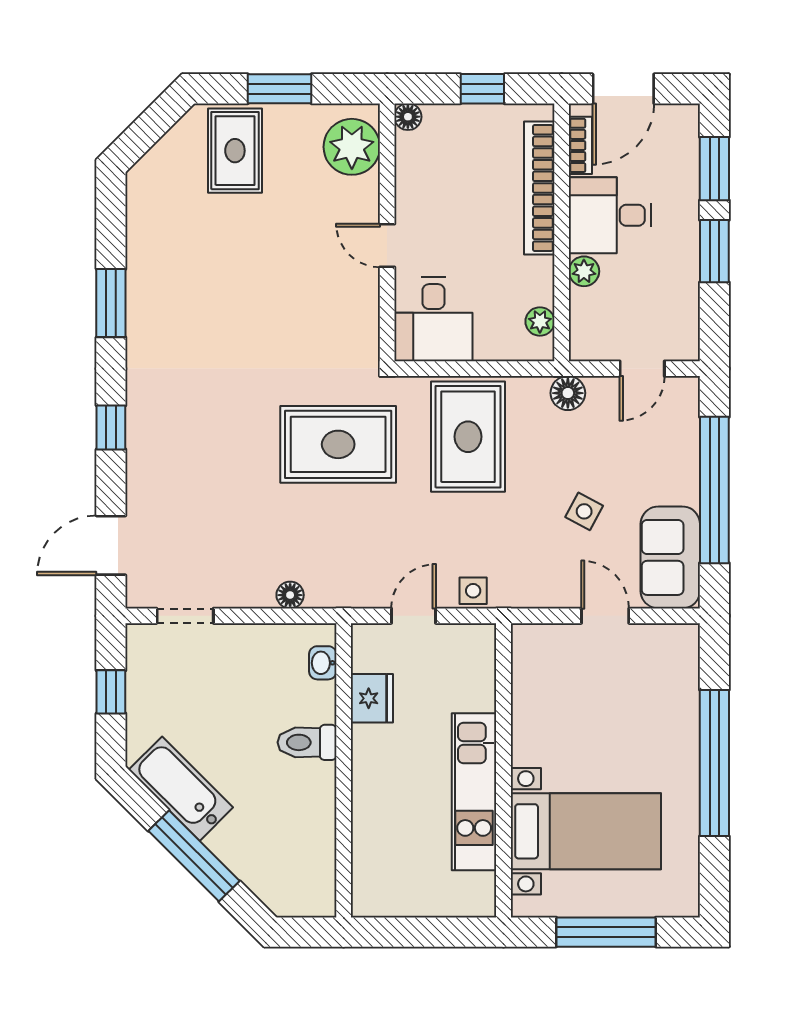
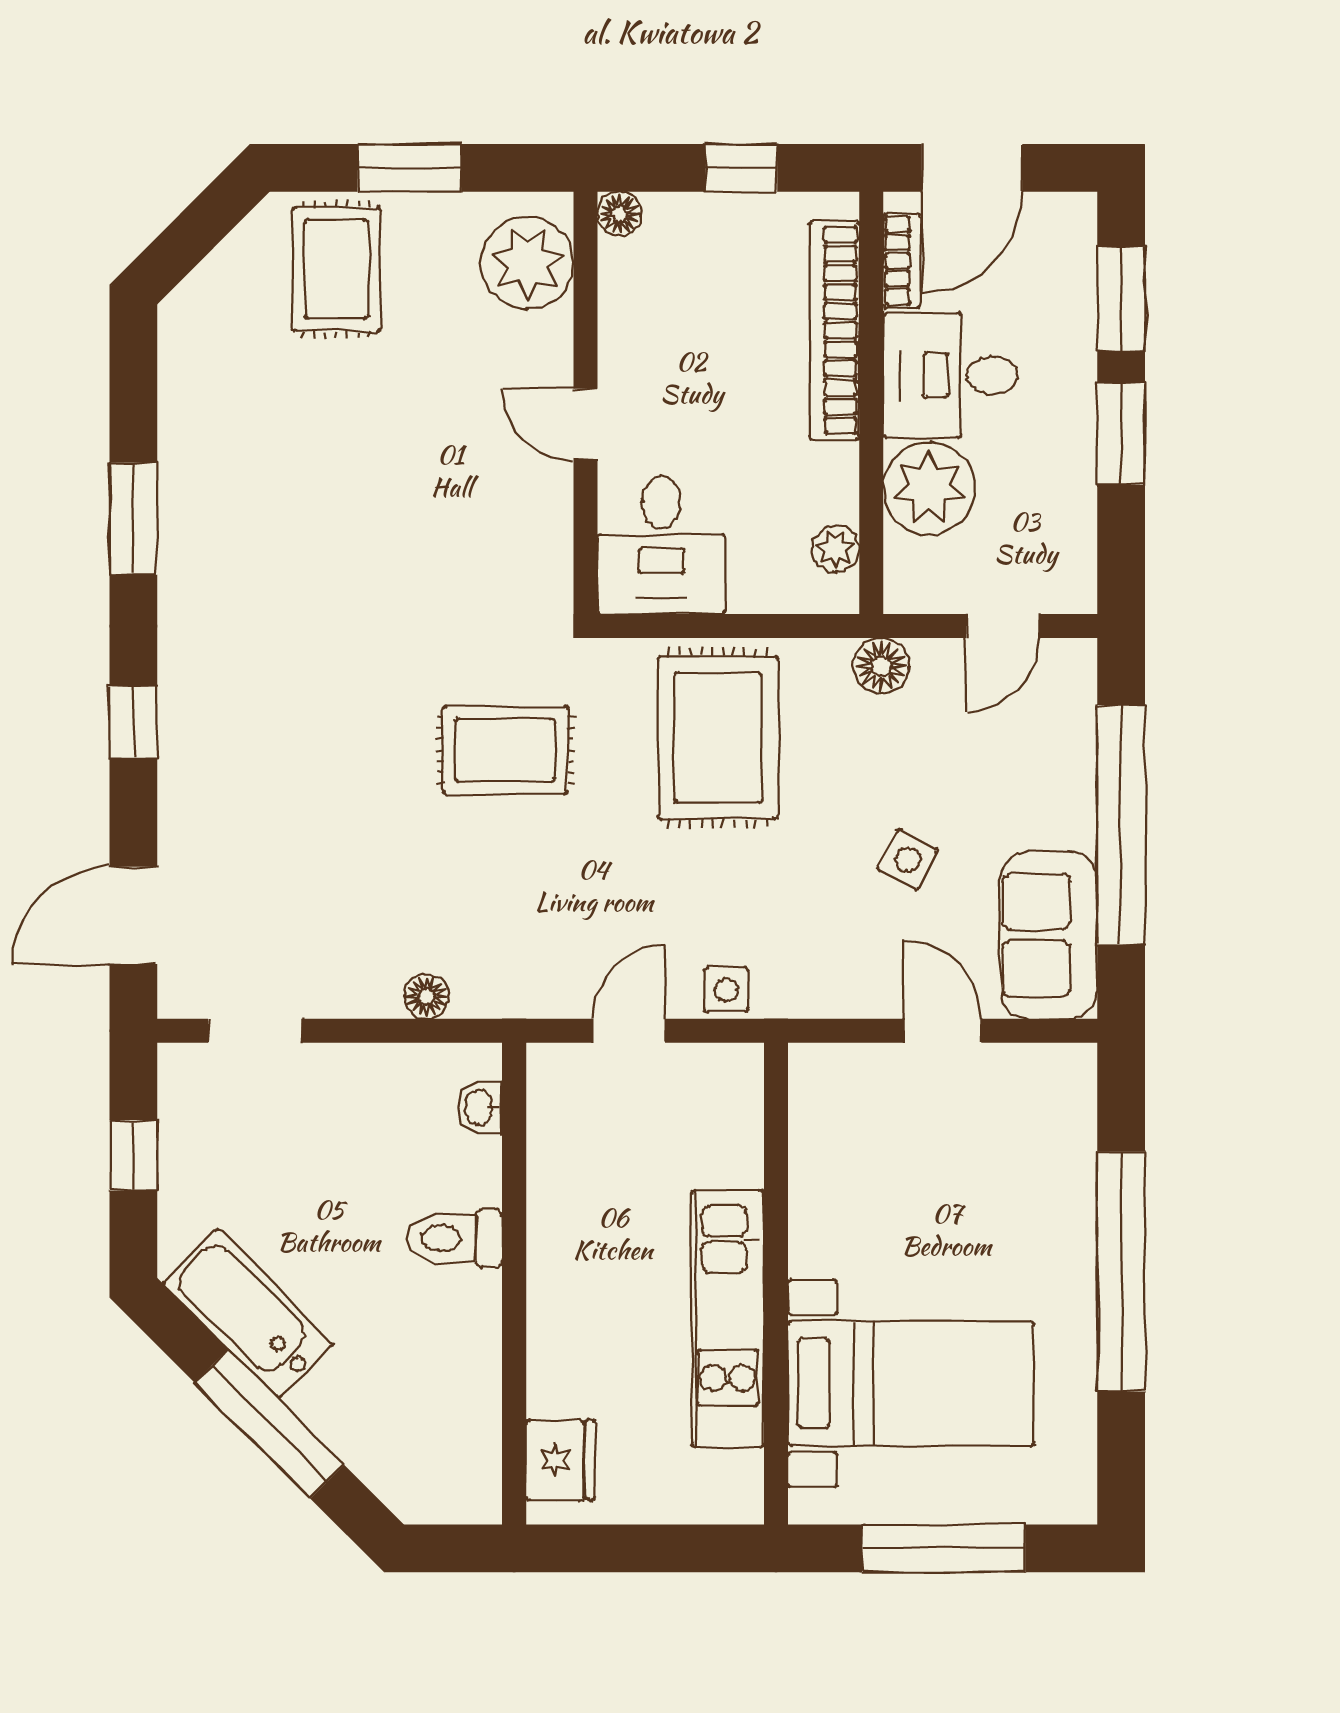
plant: (584, 271) -> (929, 488), width x1.88, depth x1.88
rug: (338, 444) -> (505, 750), width x0.73, depth x0.70
fridge: (372, 698) -> (560, 1460), moved

